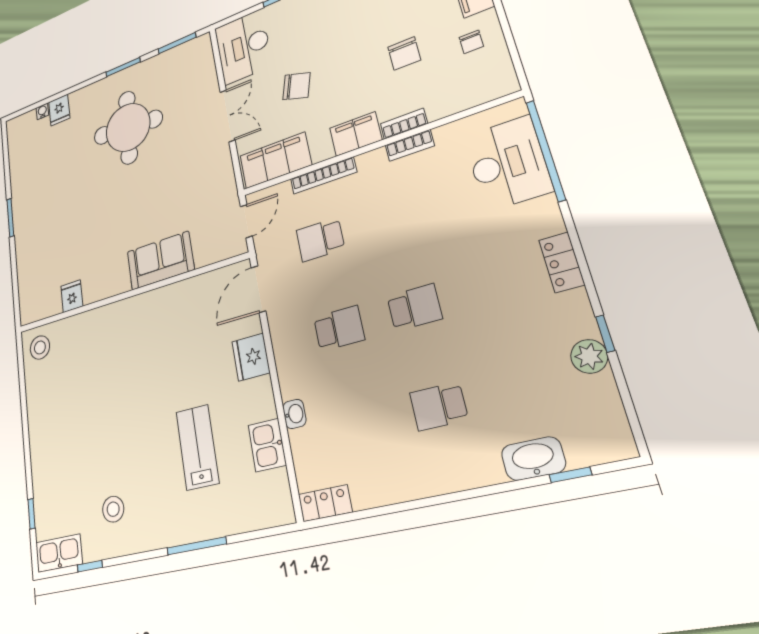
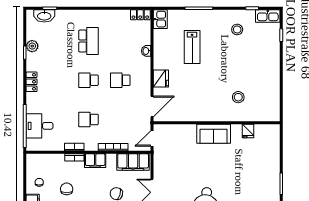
desk: (508, 163) -> (40, 126), width x0.73
school desk: (320, 240) -> (88, 119), moved, turned 180
sofa: (160, 261) -> (214, 134), moved
stool: (40, 347) -> (238, 97), moved
school desk: (439, 406) -> (88, 41), width x1.85
kitchen sink: (267, 445) -> (160, 19), moved
washbasin: (533, 459) -> (44, 16), moved

